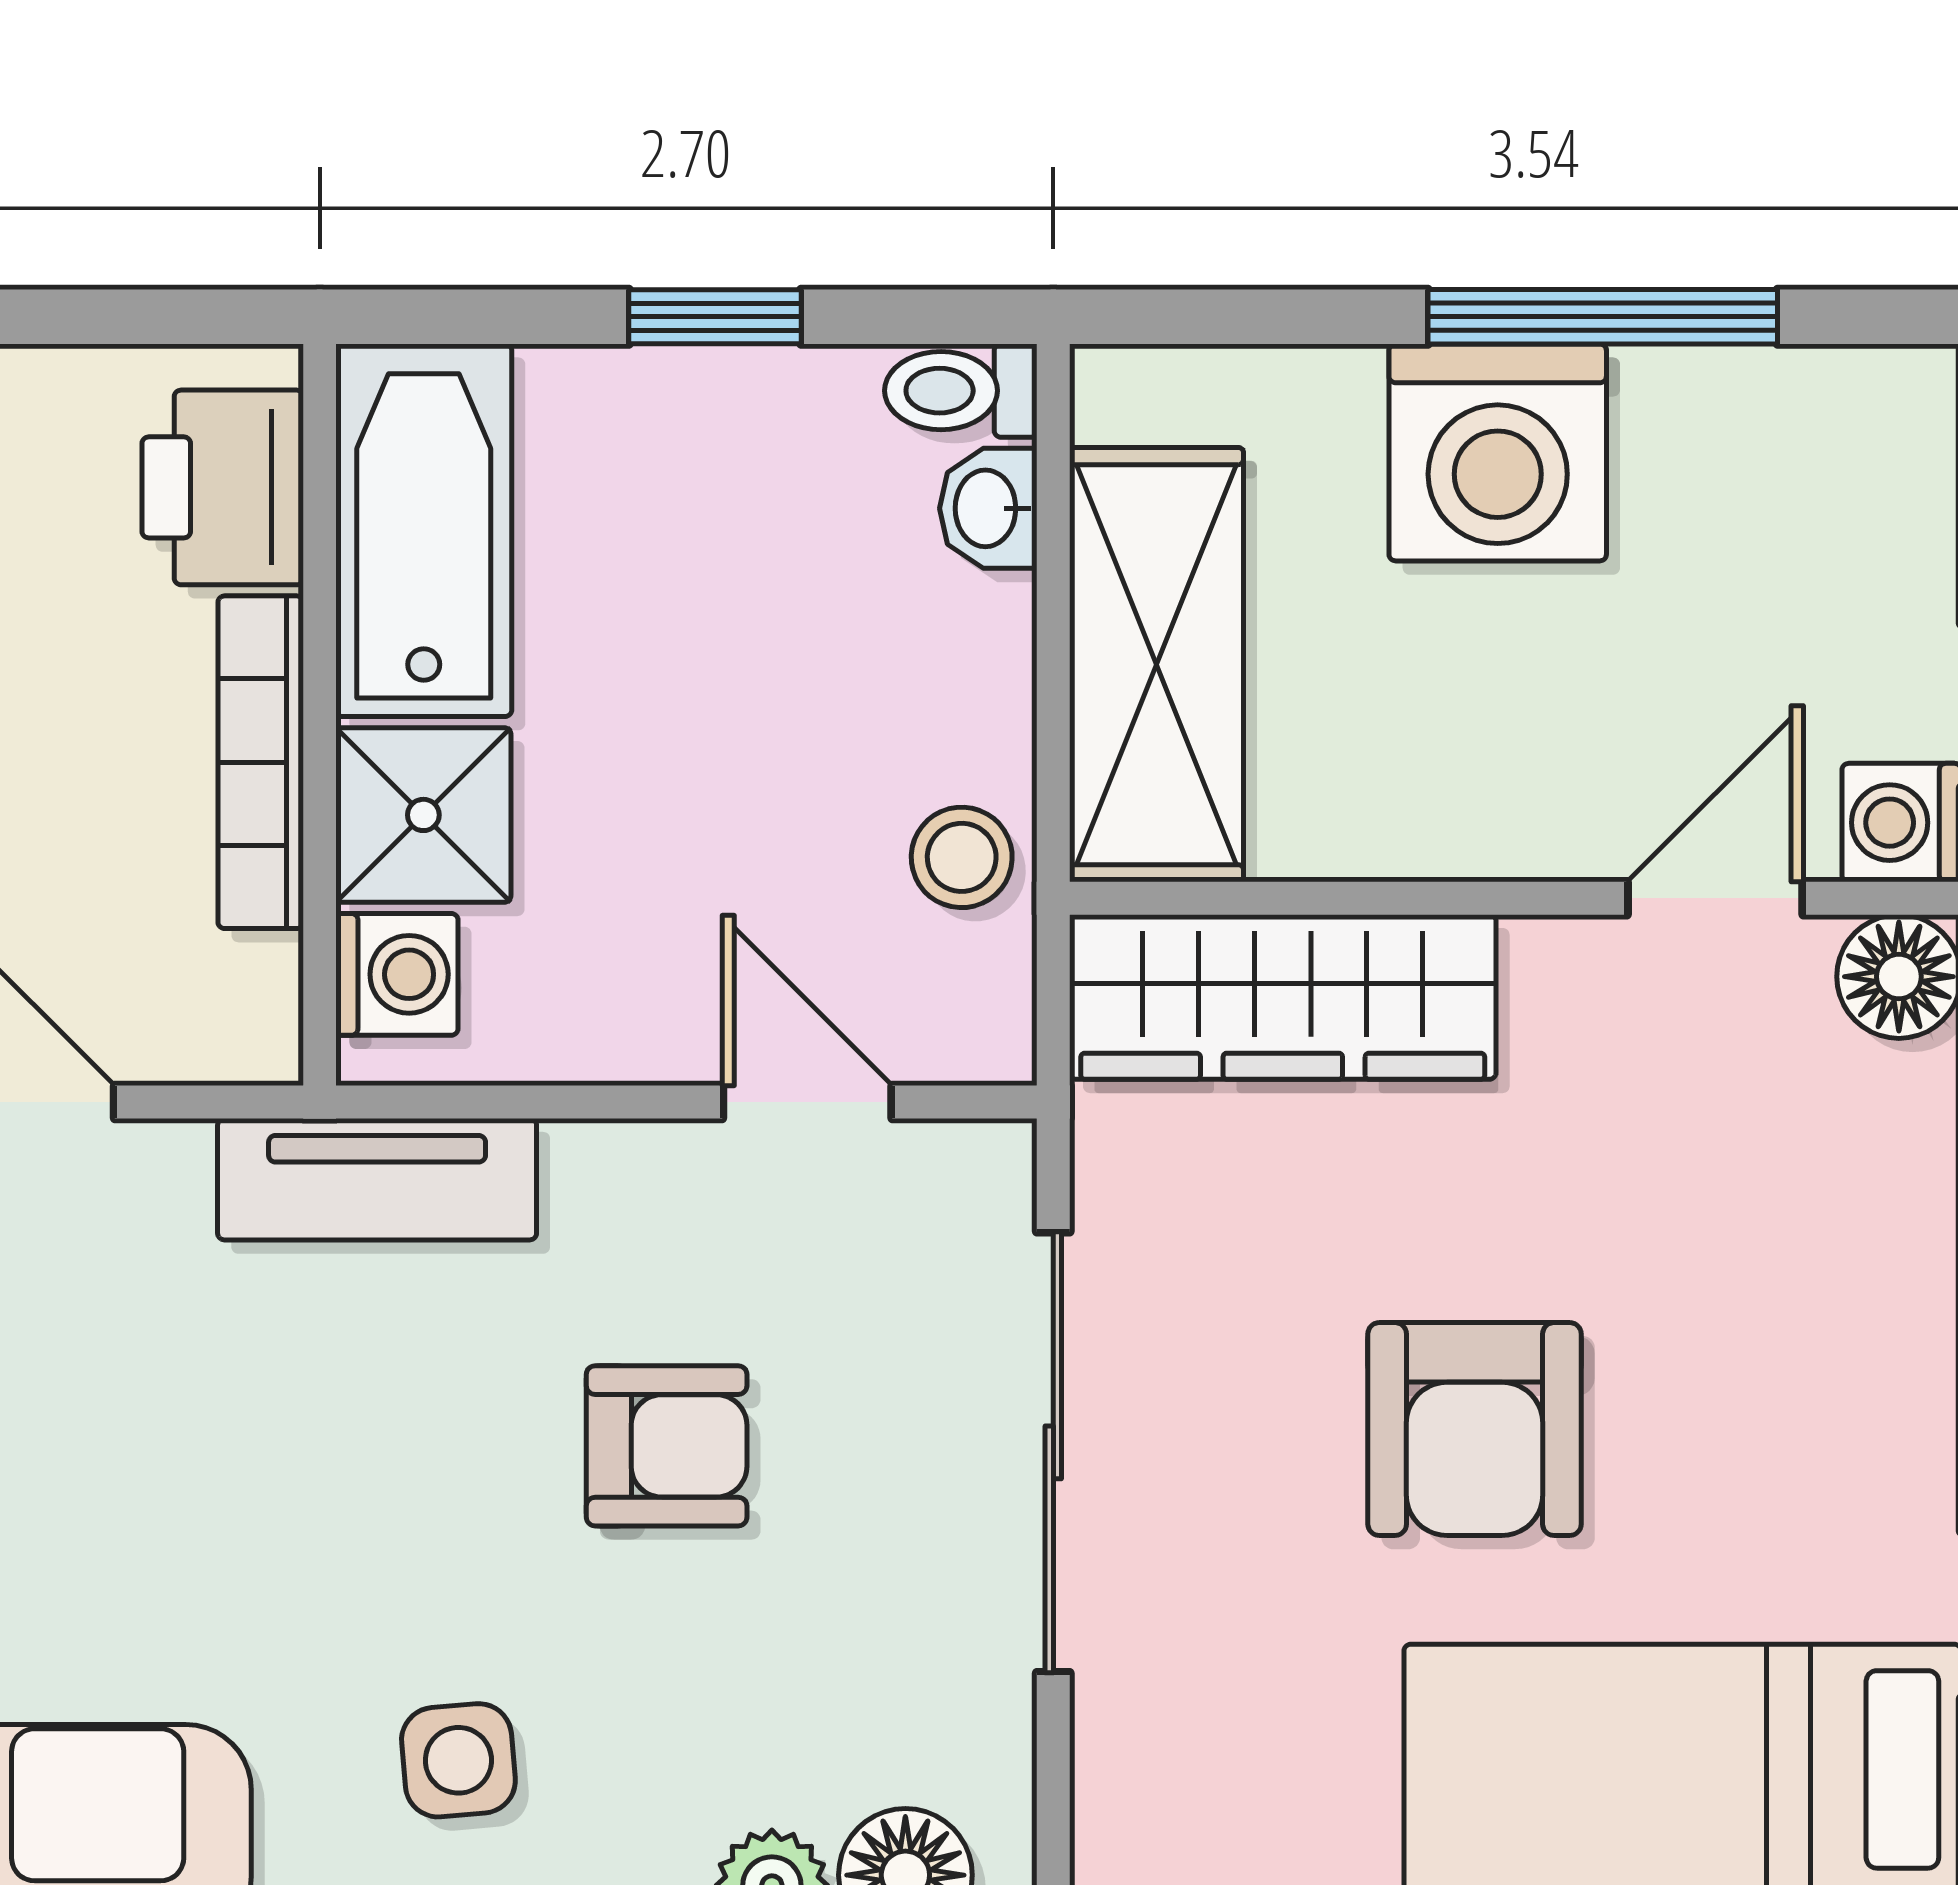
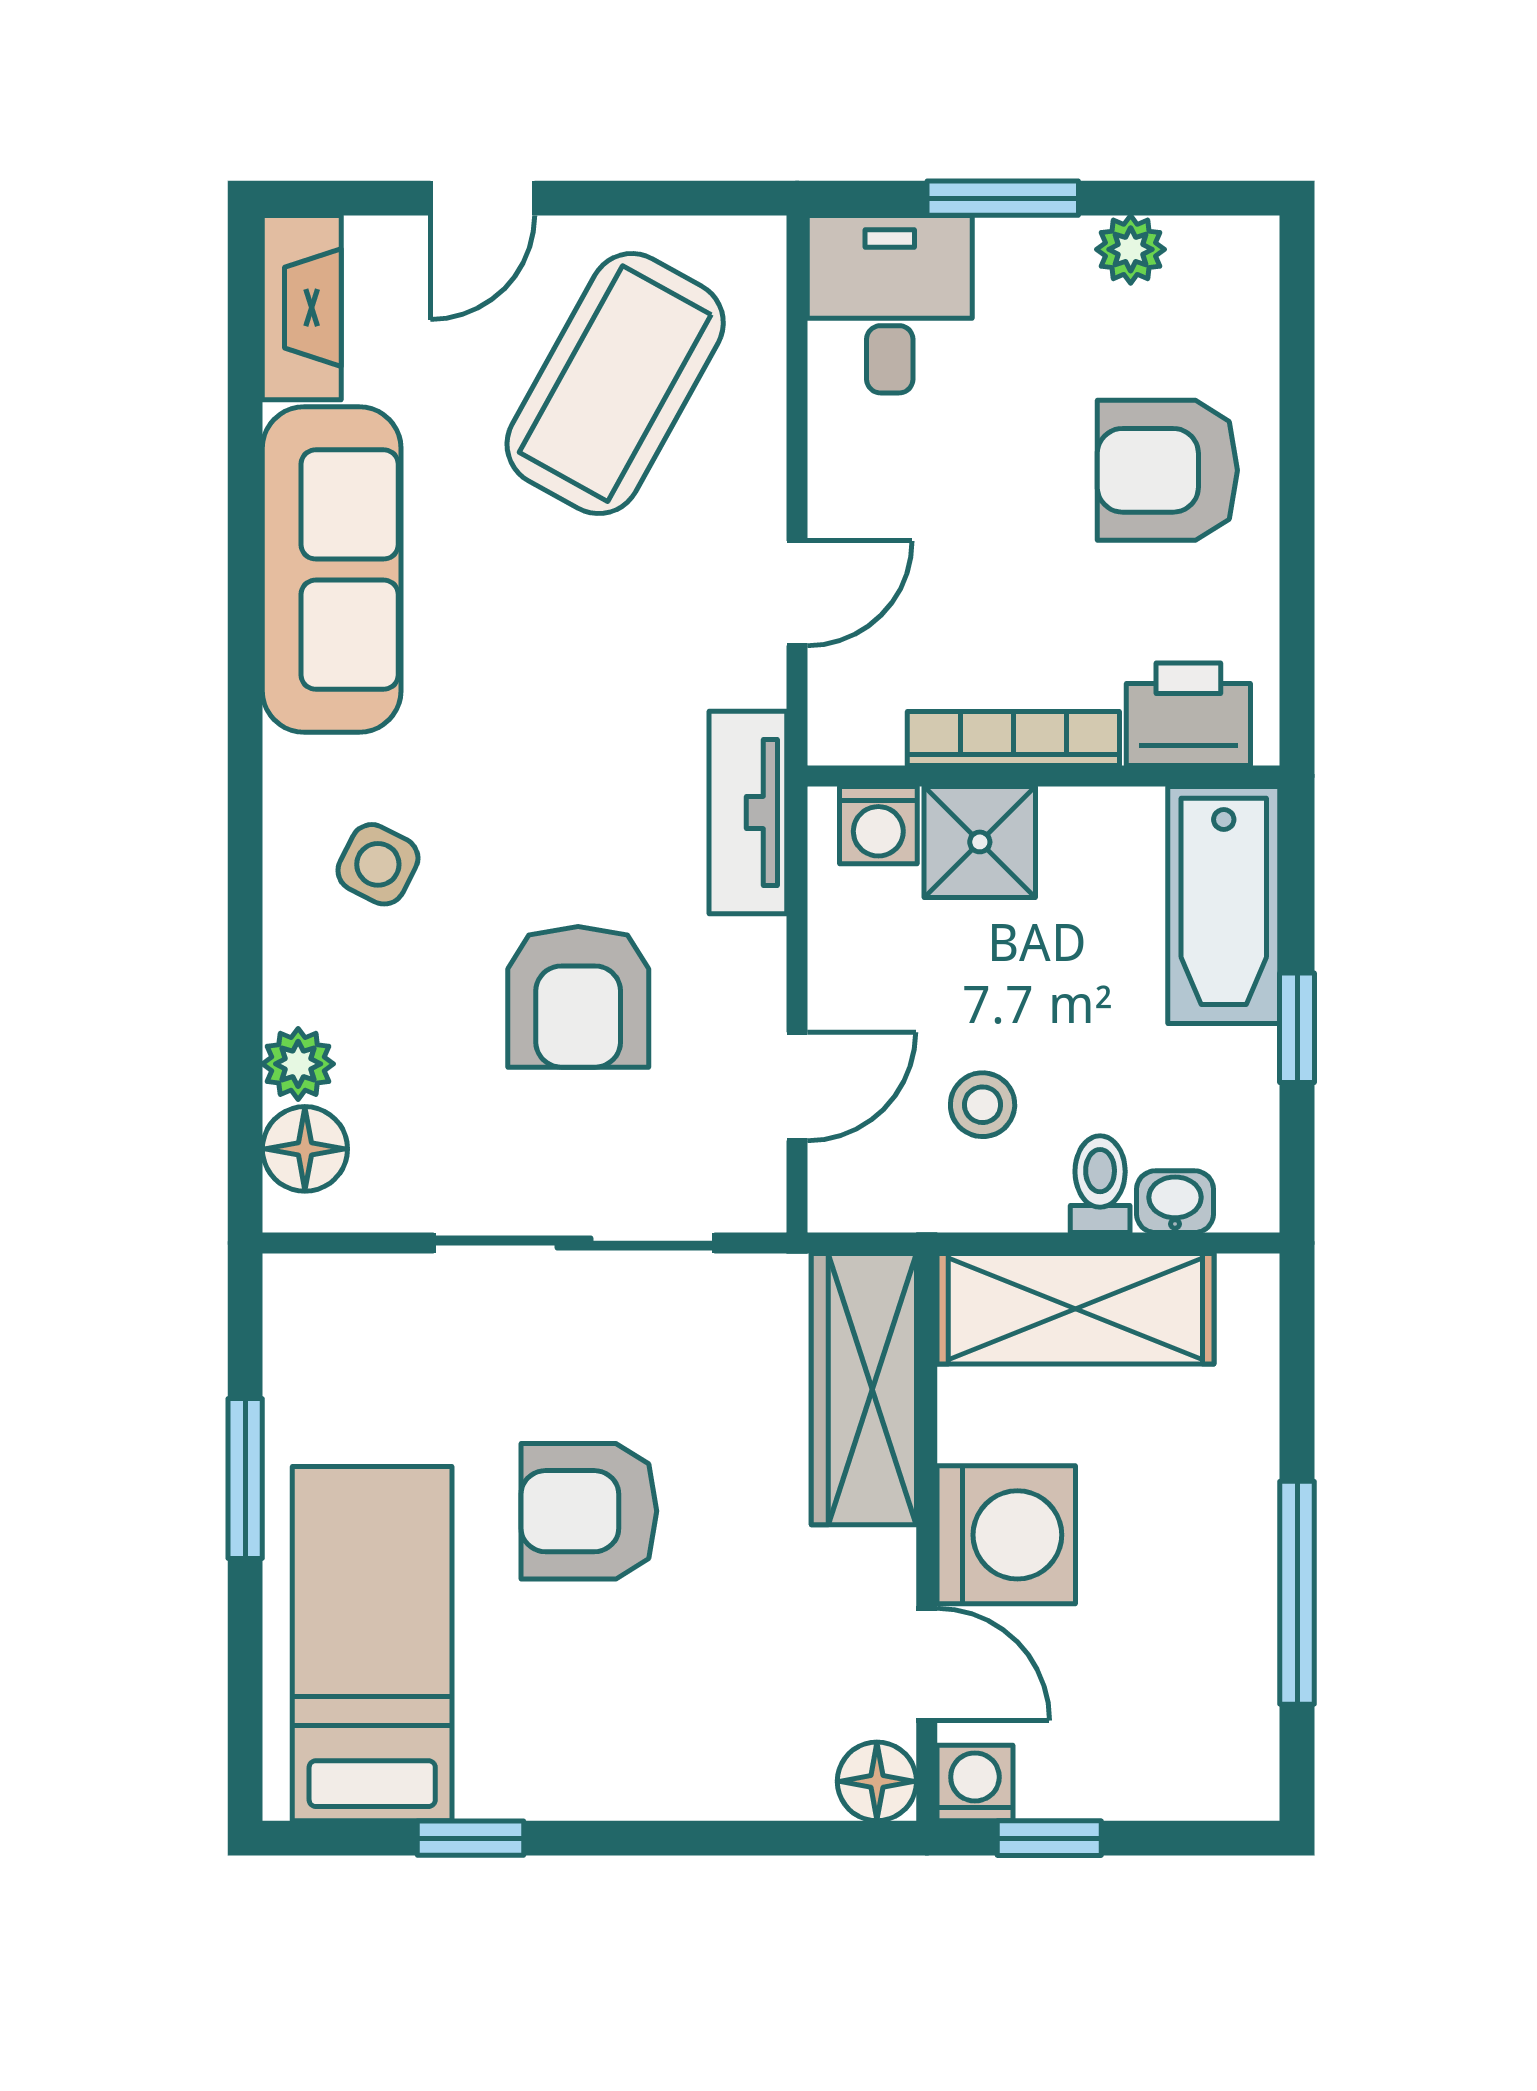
toilet: (961, 391) -> (1100, 1184), moved
washing machine: (1498, 452) -> (1006, 1535), moved, turned 180
bathtub: (424, 530) -> (1224, 905), moved, turned 90
stool: (962, 857) -> (983, 1105), moved
armchair: (667, 1446) -> (578, 997), width x1.38, depth x1.38
side table: (458, 1760) -> (378, 864), turned 32

